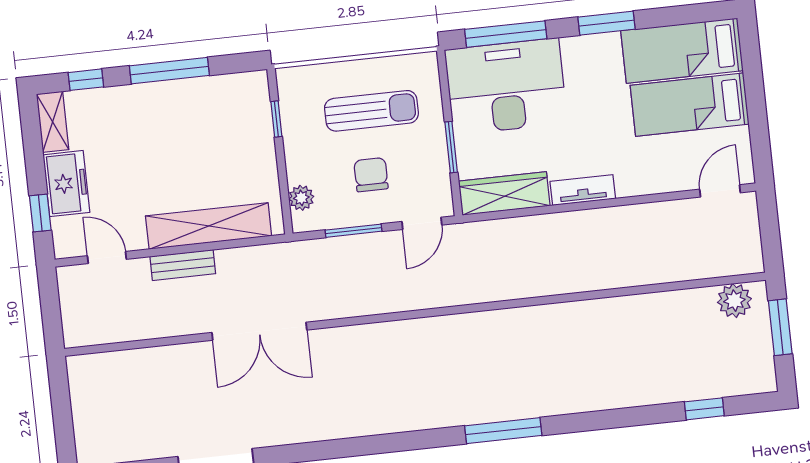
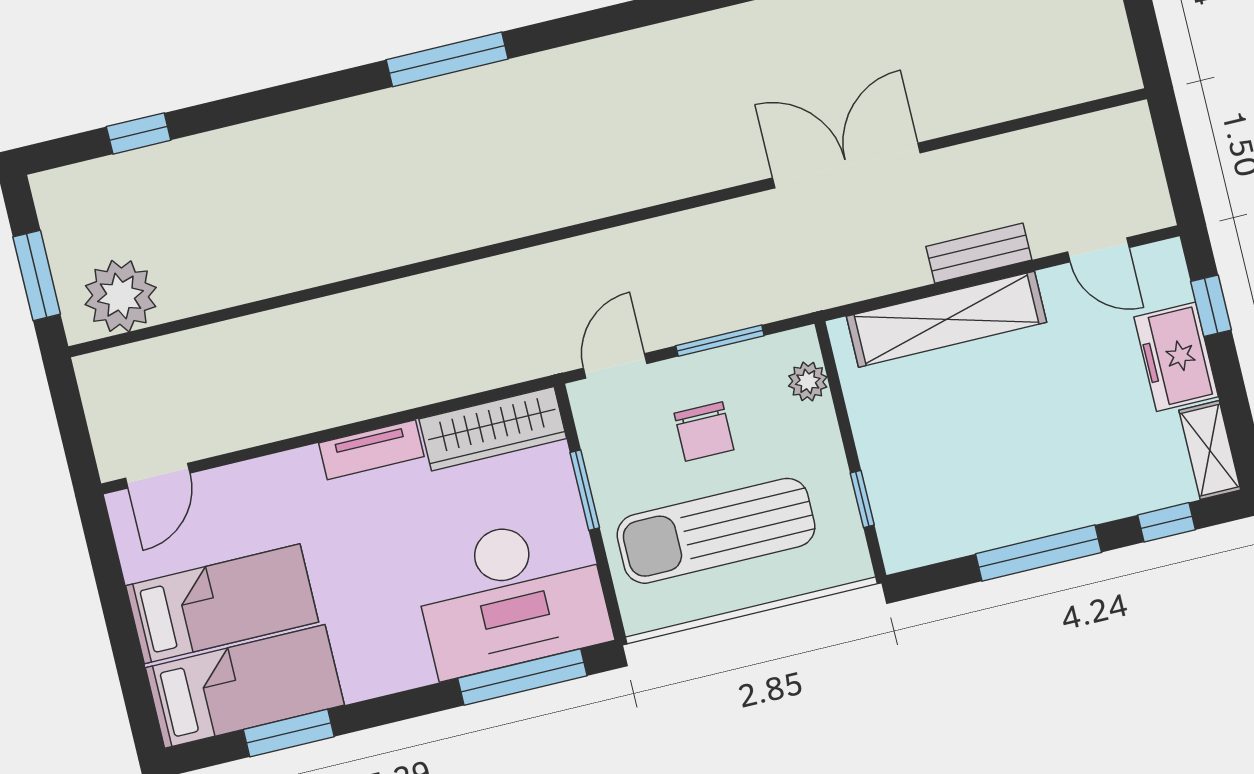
window: (606, 23) -> (289, 733), moved
sun lounger: (371, 111) -> (716, 531), width x1.36, depth x1.34
plant: (734, 301) -> (121, 296), width x1.36, depth x1.36

